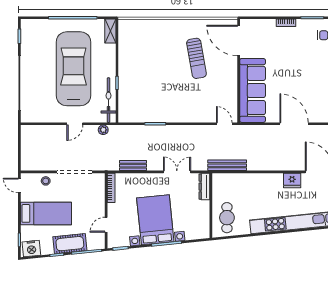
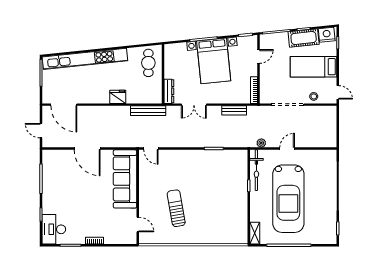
door: (239, 40) -> (138, 225), width x0.53
fridge: (292, 180) -> (118, 97), moved
cot: (70, 244) -> (304, 38), moved

